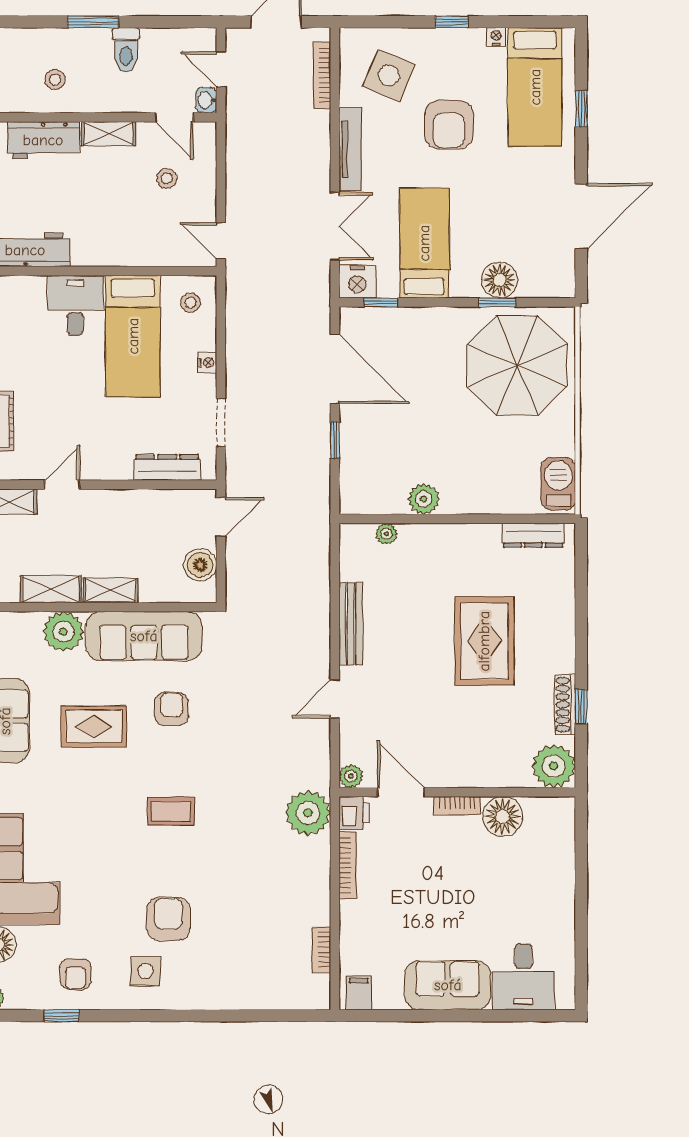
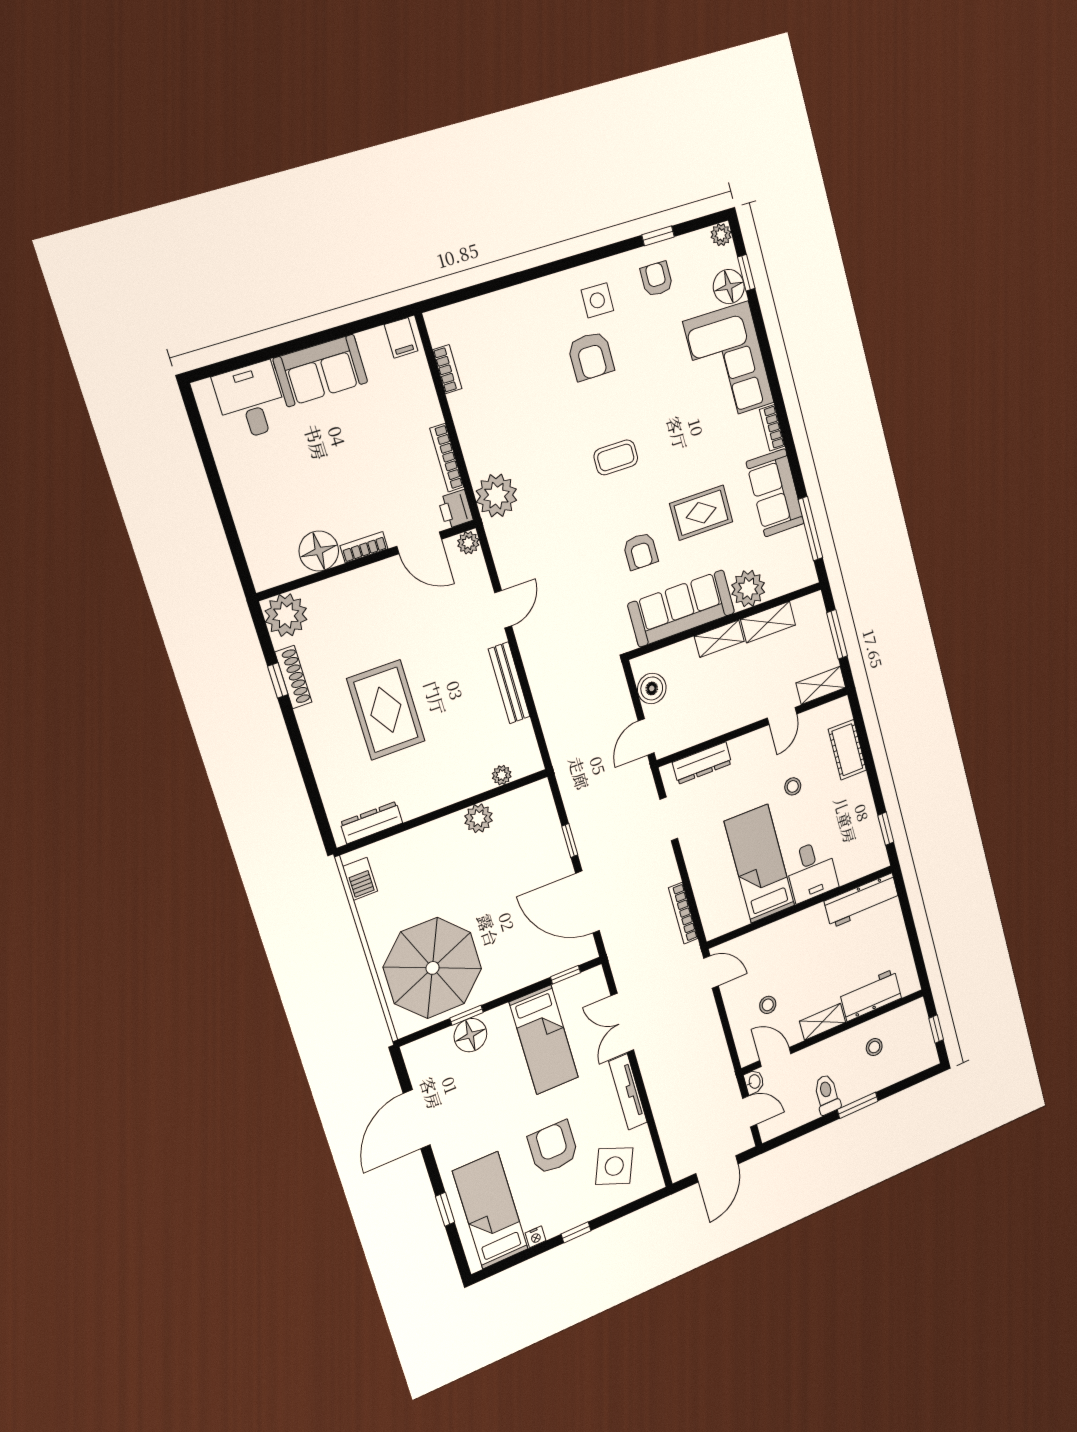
bookcase: (322, 75) -> (683, 913), moved, turned 180
nightstand: (357, 282) -> (590, 984), removed
stool: (191, 303) -> (793, 786), moved
nightstand: (207, 362) -> (694, 866), removed
barbecue: (558, 484) -> (360, 879), width x0.73, depth x0.79

